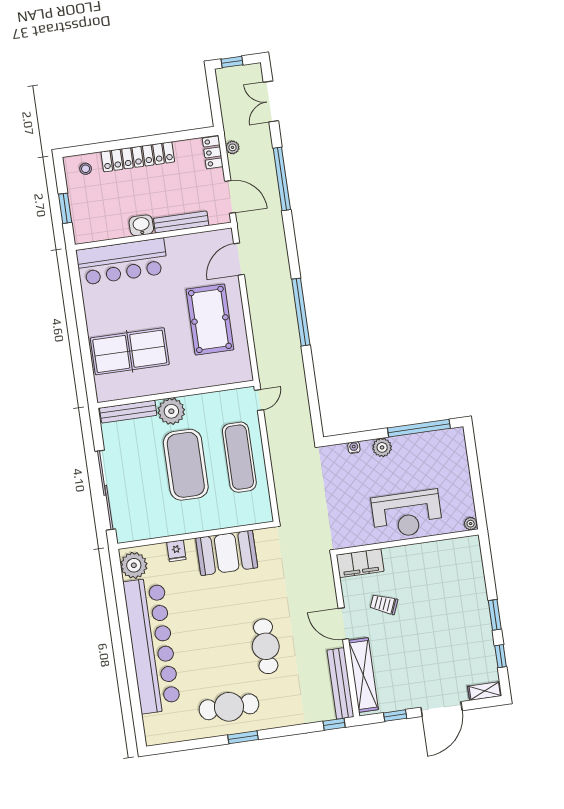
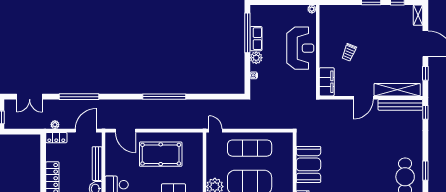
row of seats: (412, 443) -> (256, 39), added
trolley: (384, 604) -> (349, 52), moved
cafe table: (266, 646) -> (370, 148), removed

